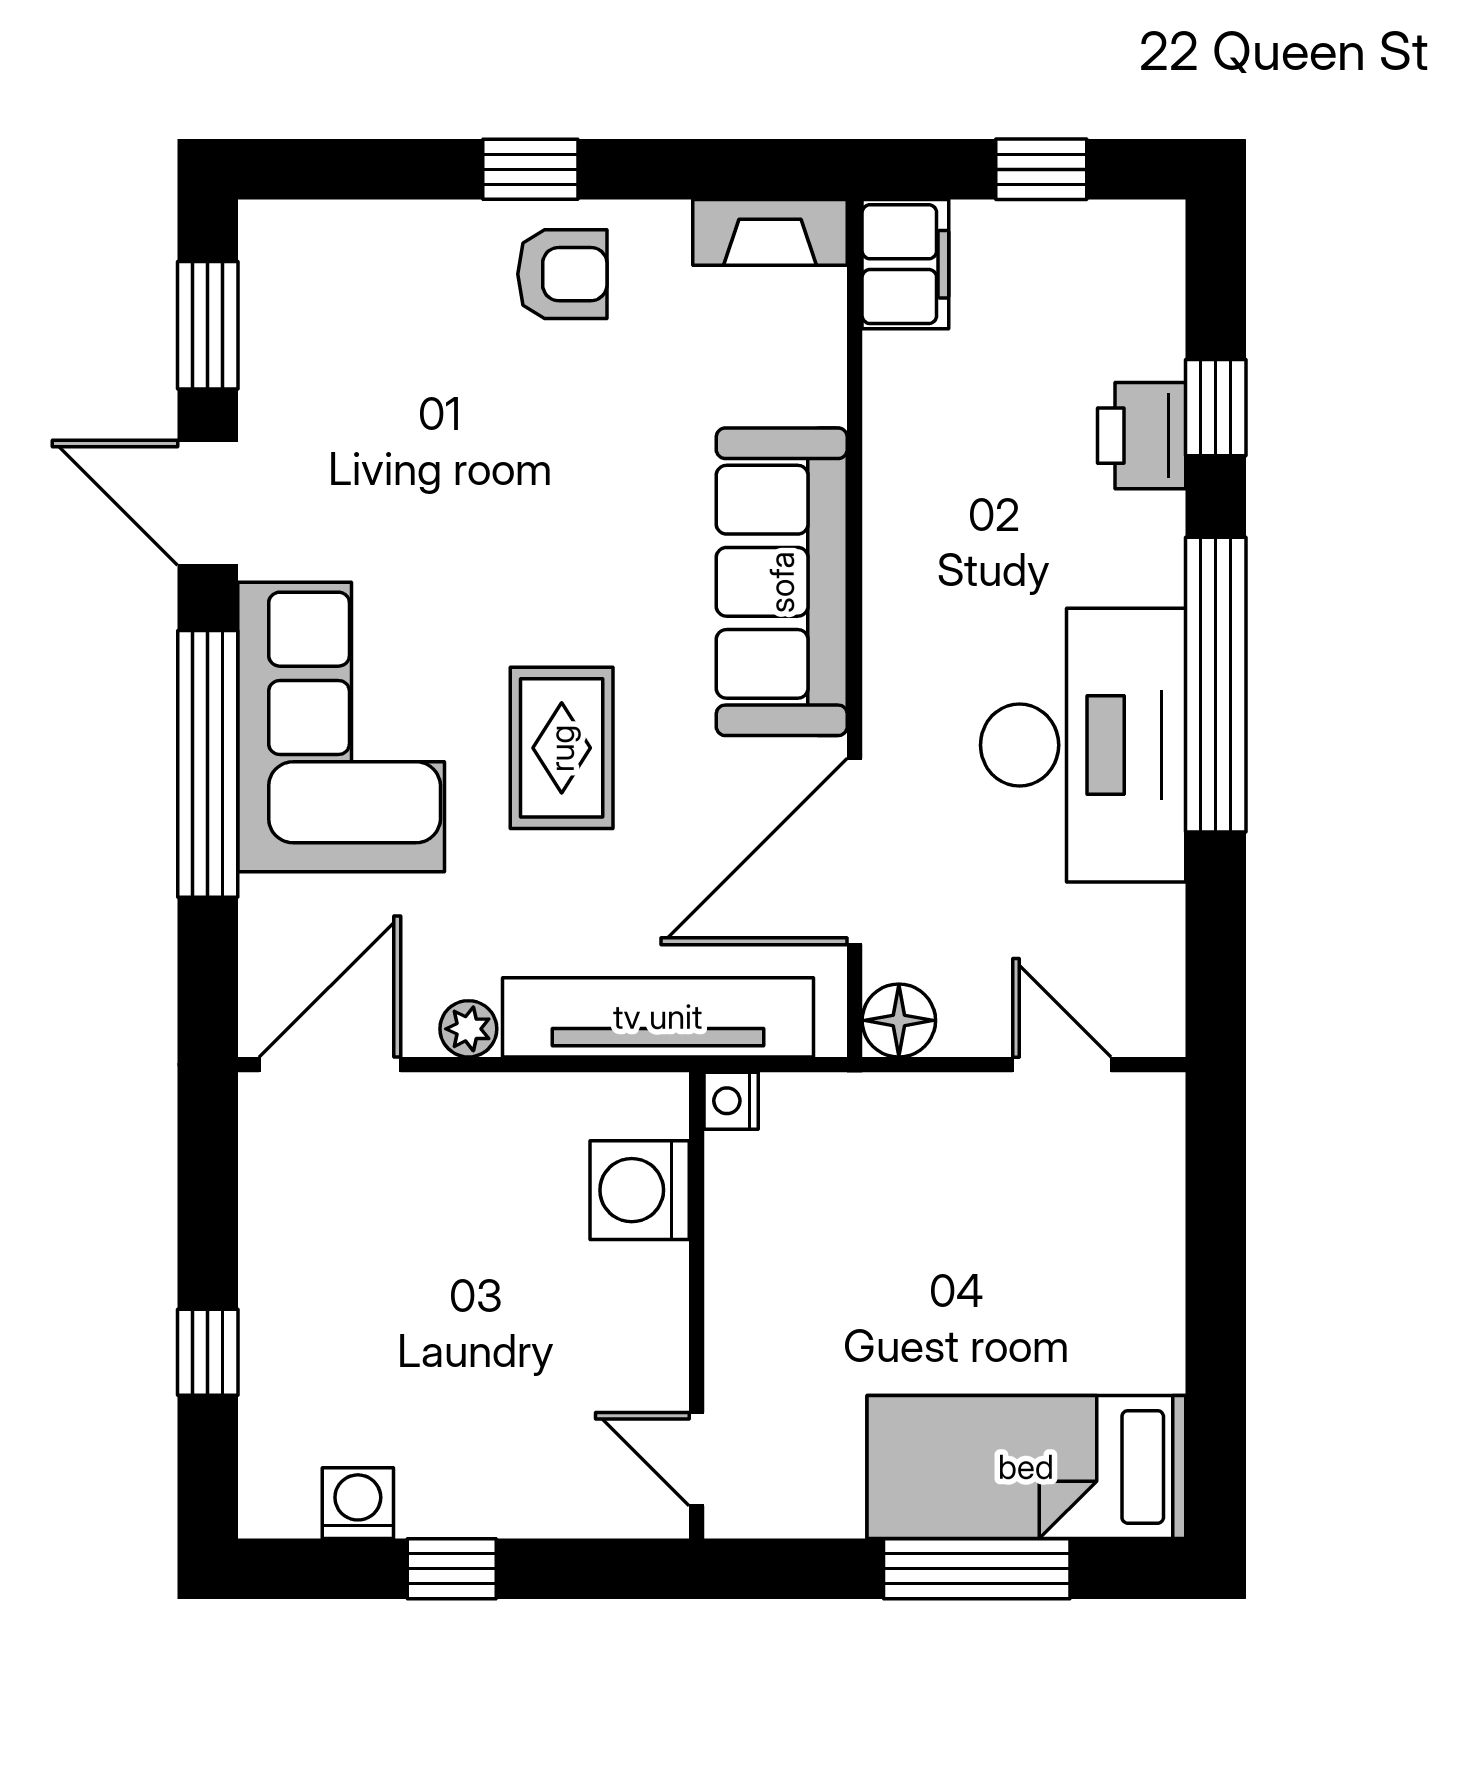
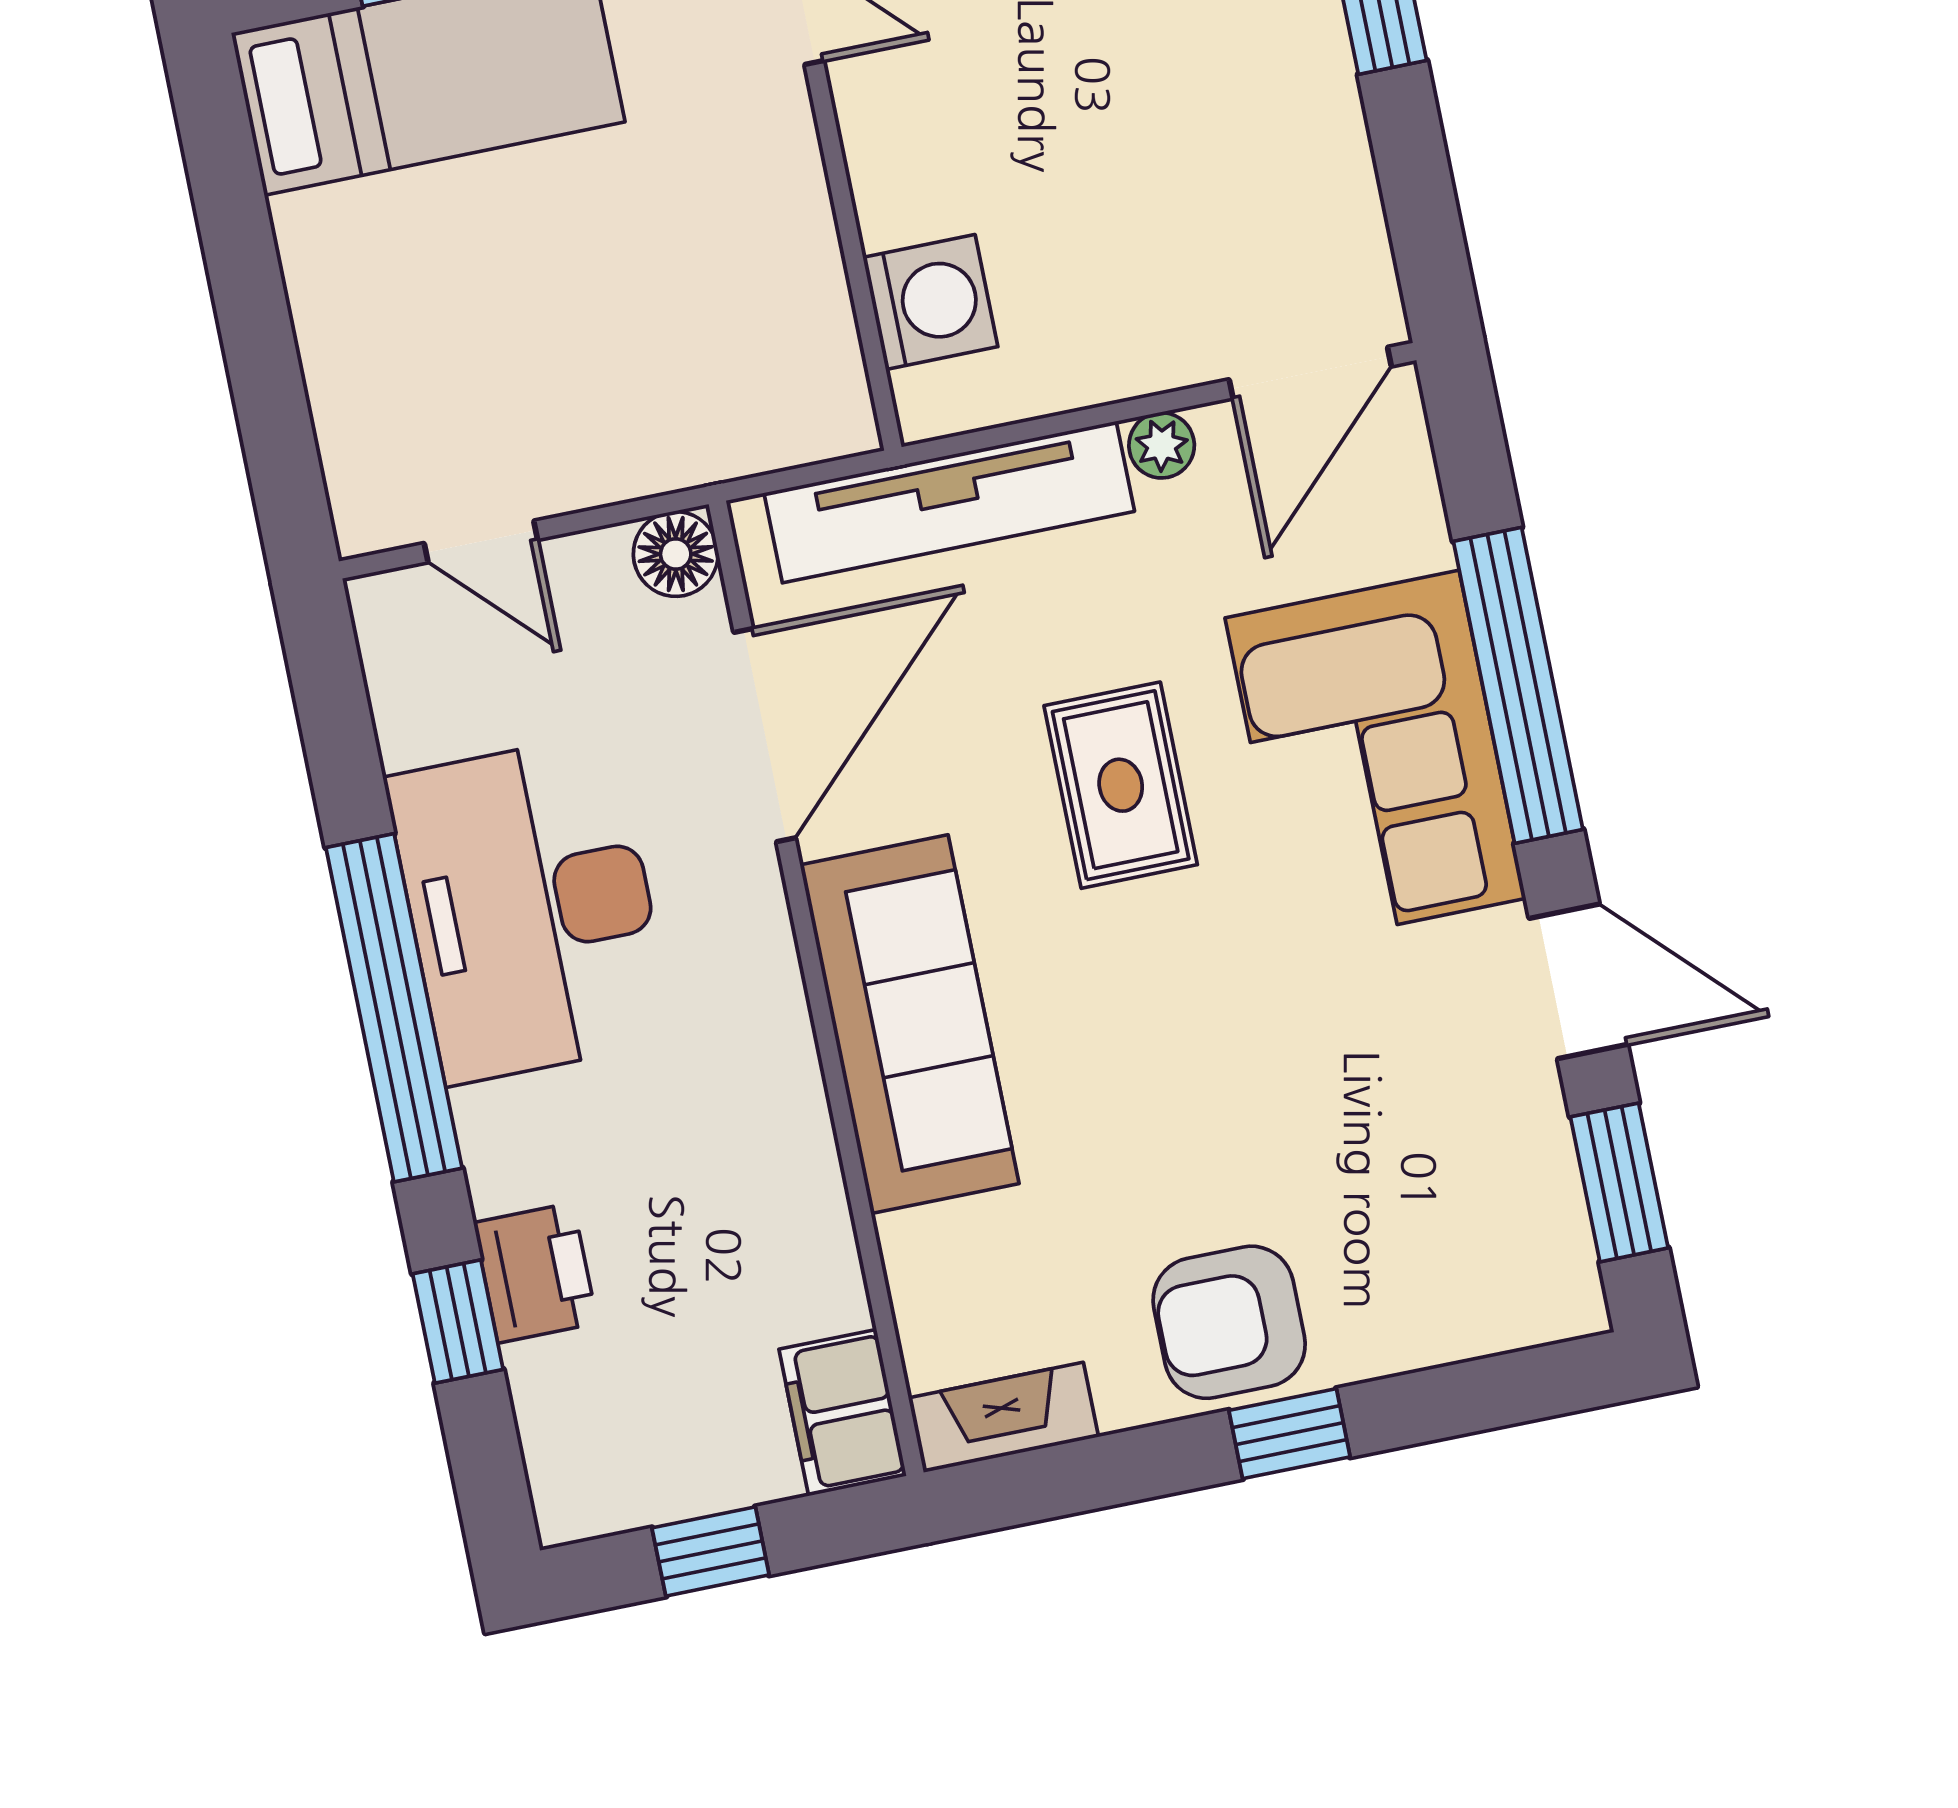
armchair: (562, 274) -> (1229, 1322), width x1.38, depth x1.38
nightstand: (731, 1101) -> (847, 424), removed

